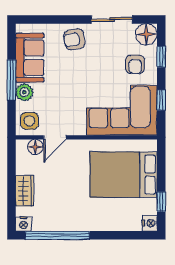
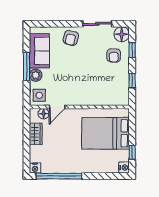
armchair: (74, 39) -> (71, 38), turned -66
corner sofa: (122, 110) -> (105, 88), removed
wardrobe: (25, 191) -> (36, 134), moved

